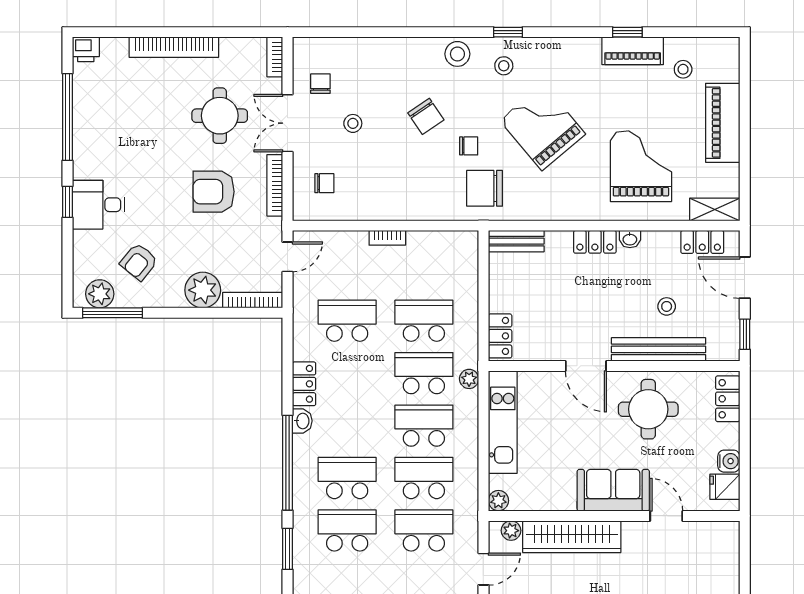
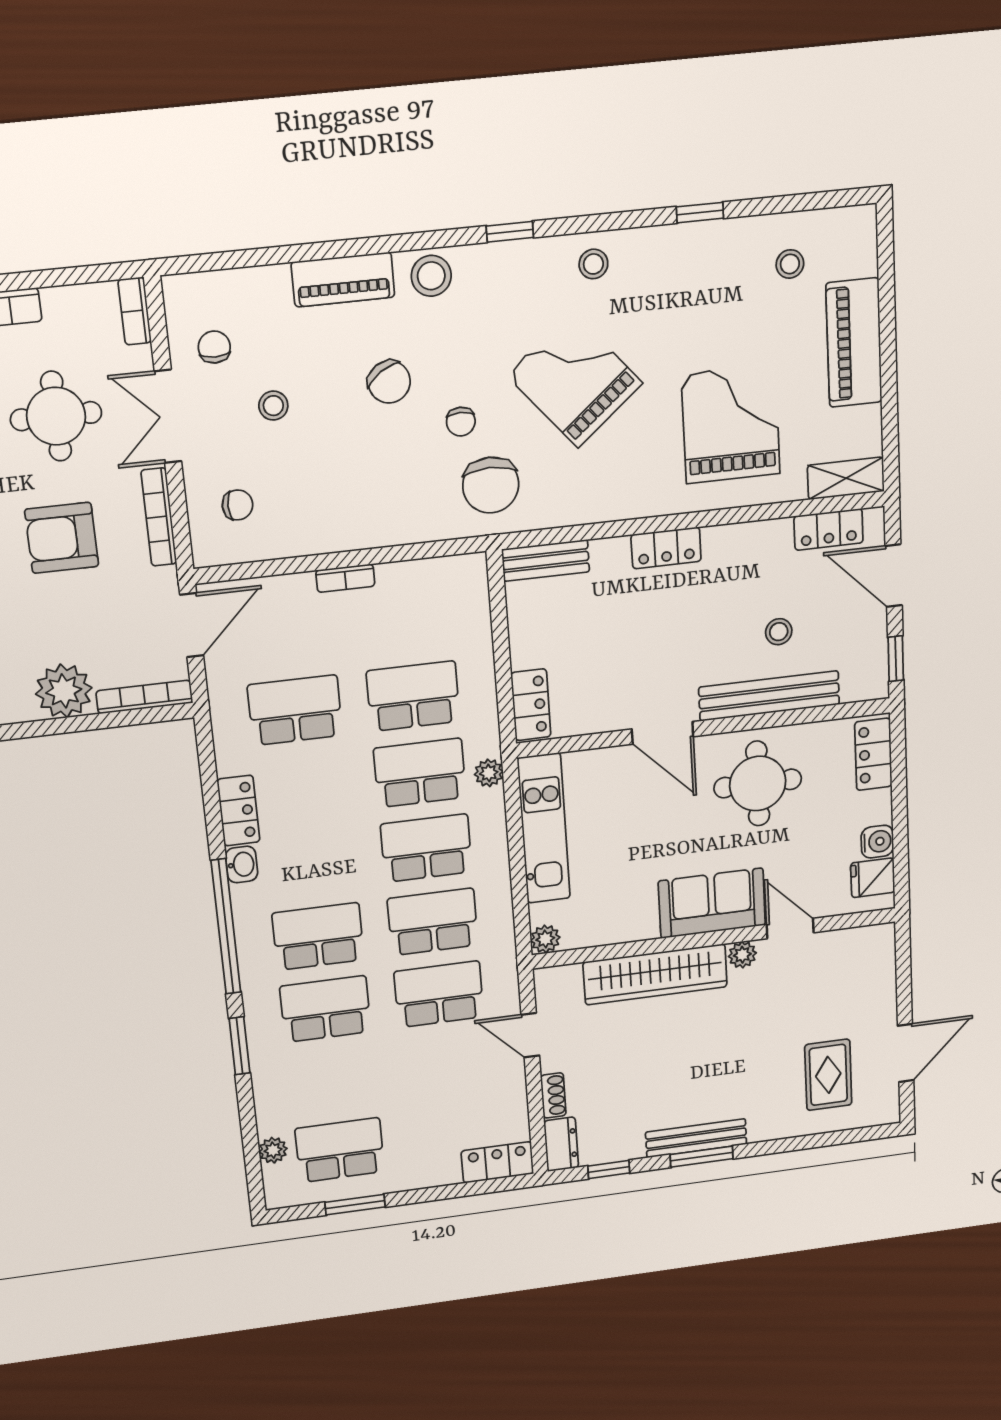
piano: (633, 51) -> (343, 280), moved
stool: (504, 66) -> (593, 264), moved
chair: (469, 146) -> (461, 422), turned 90
chair: (485, 188) -> (491, 485), turned -90
washbasin: (630, 239) -> (719, 538), removed
door: (288, 257) -> (192, 625), width x1.38
plant: (511, 531) -> (742, 955), moved
door: (483, 569) -> (530, 1035), swing flipped

